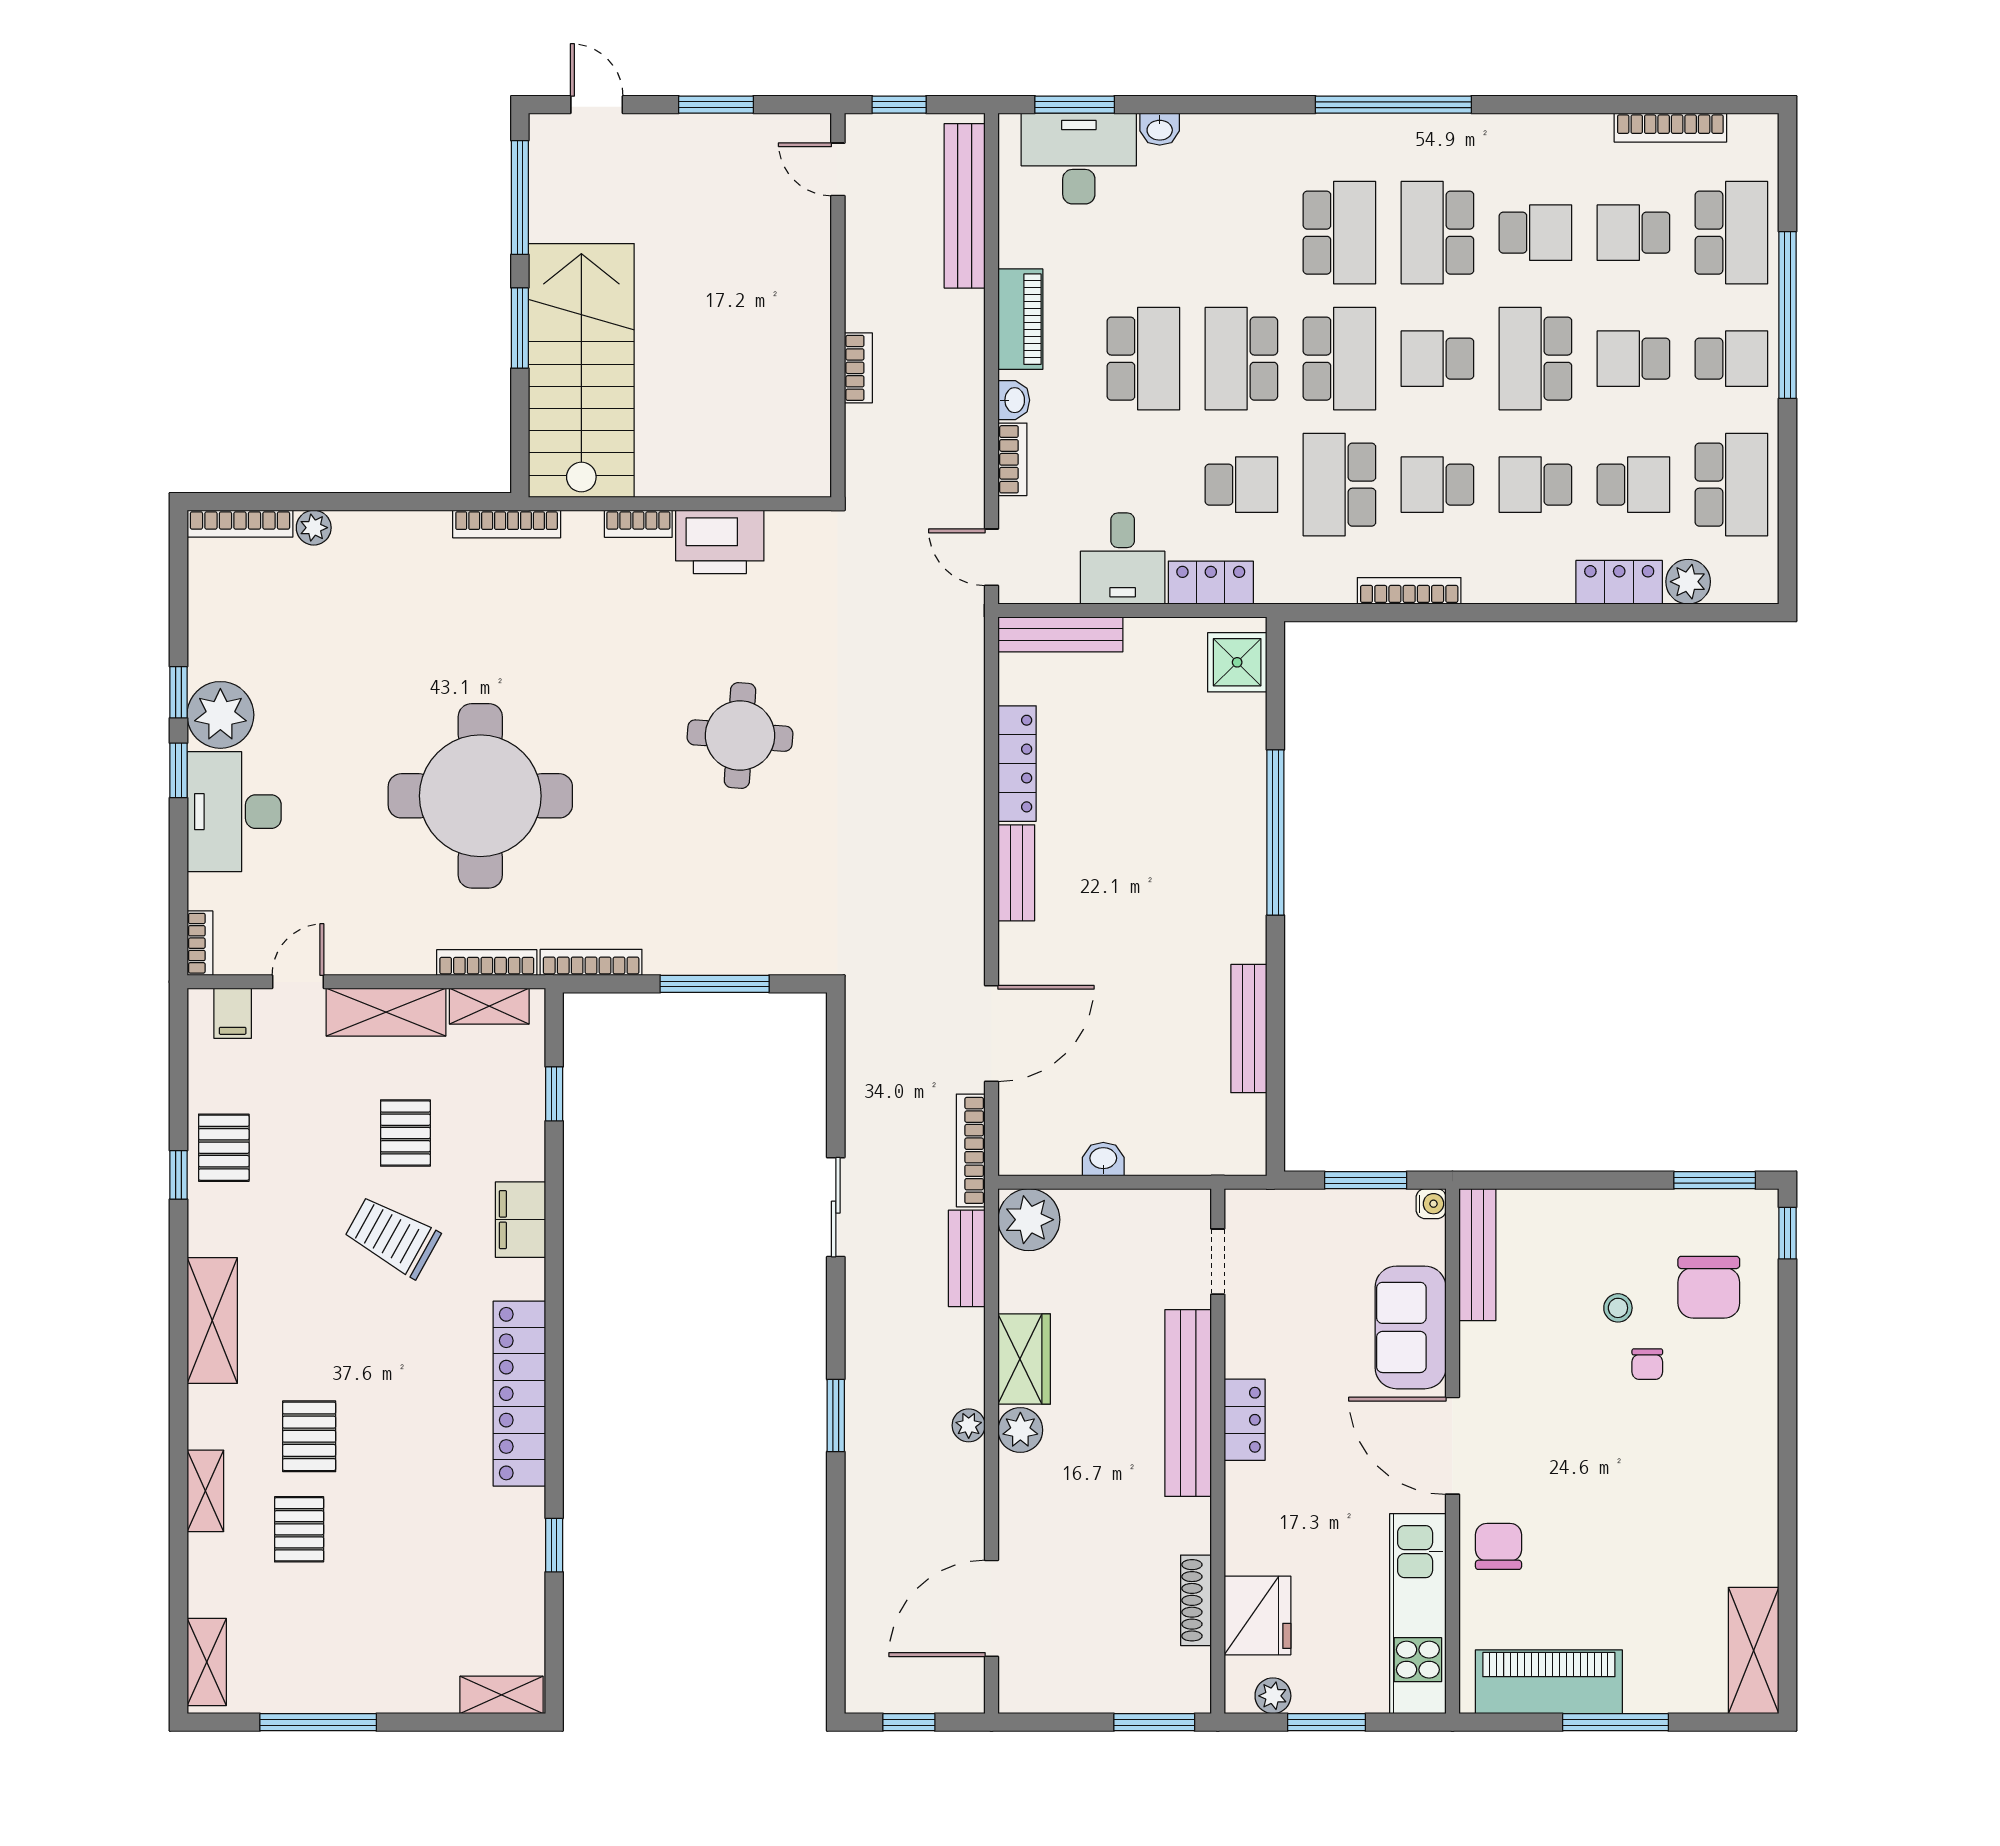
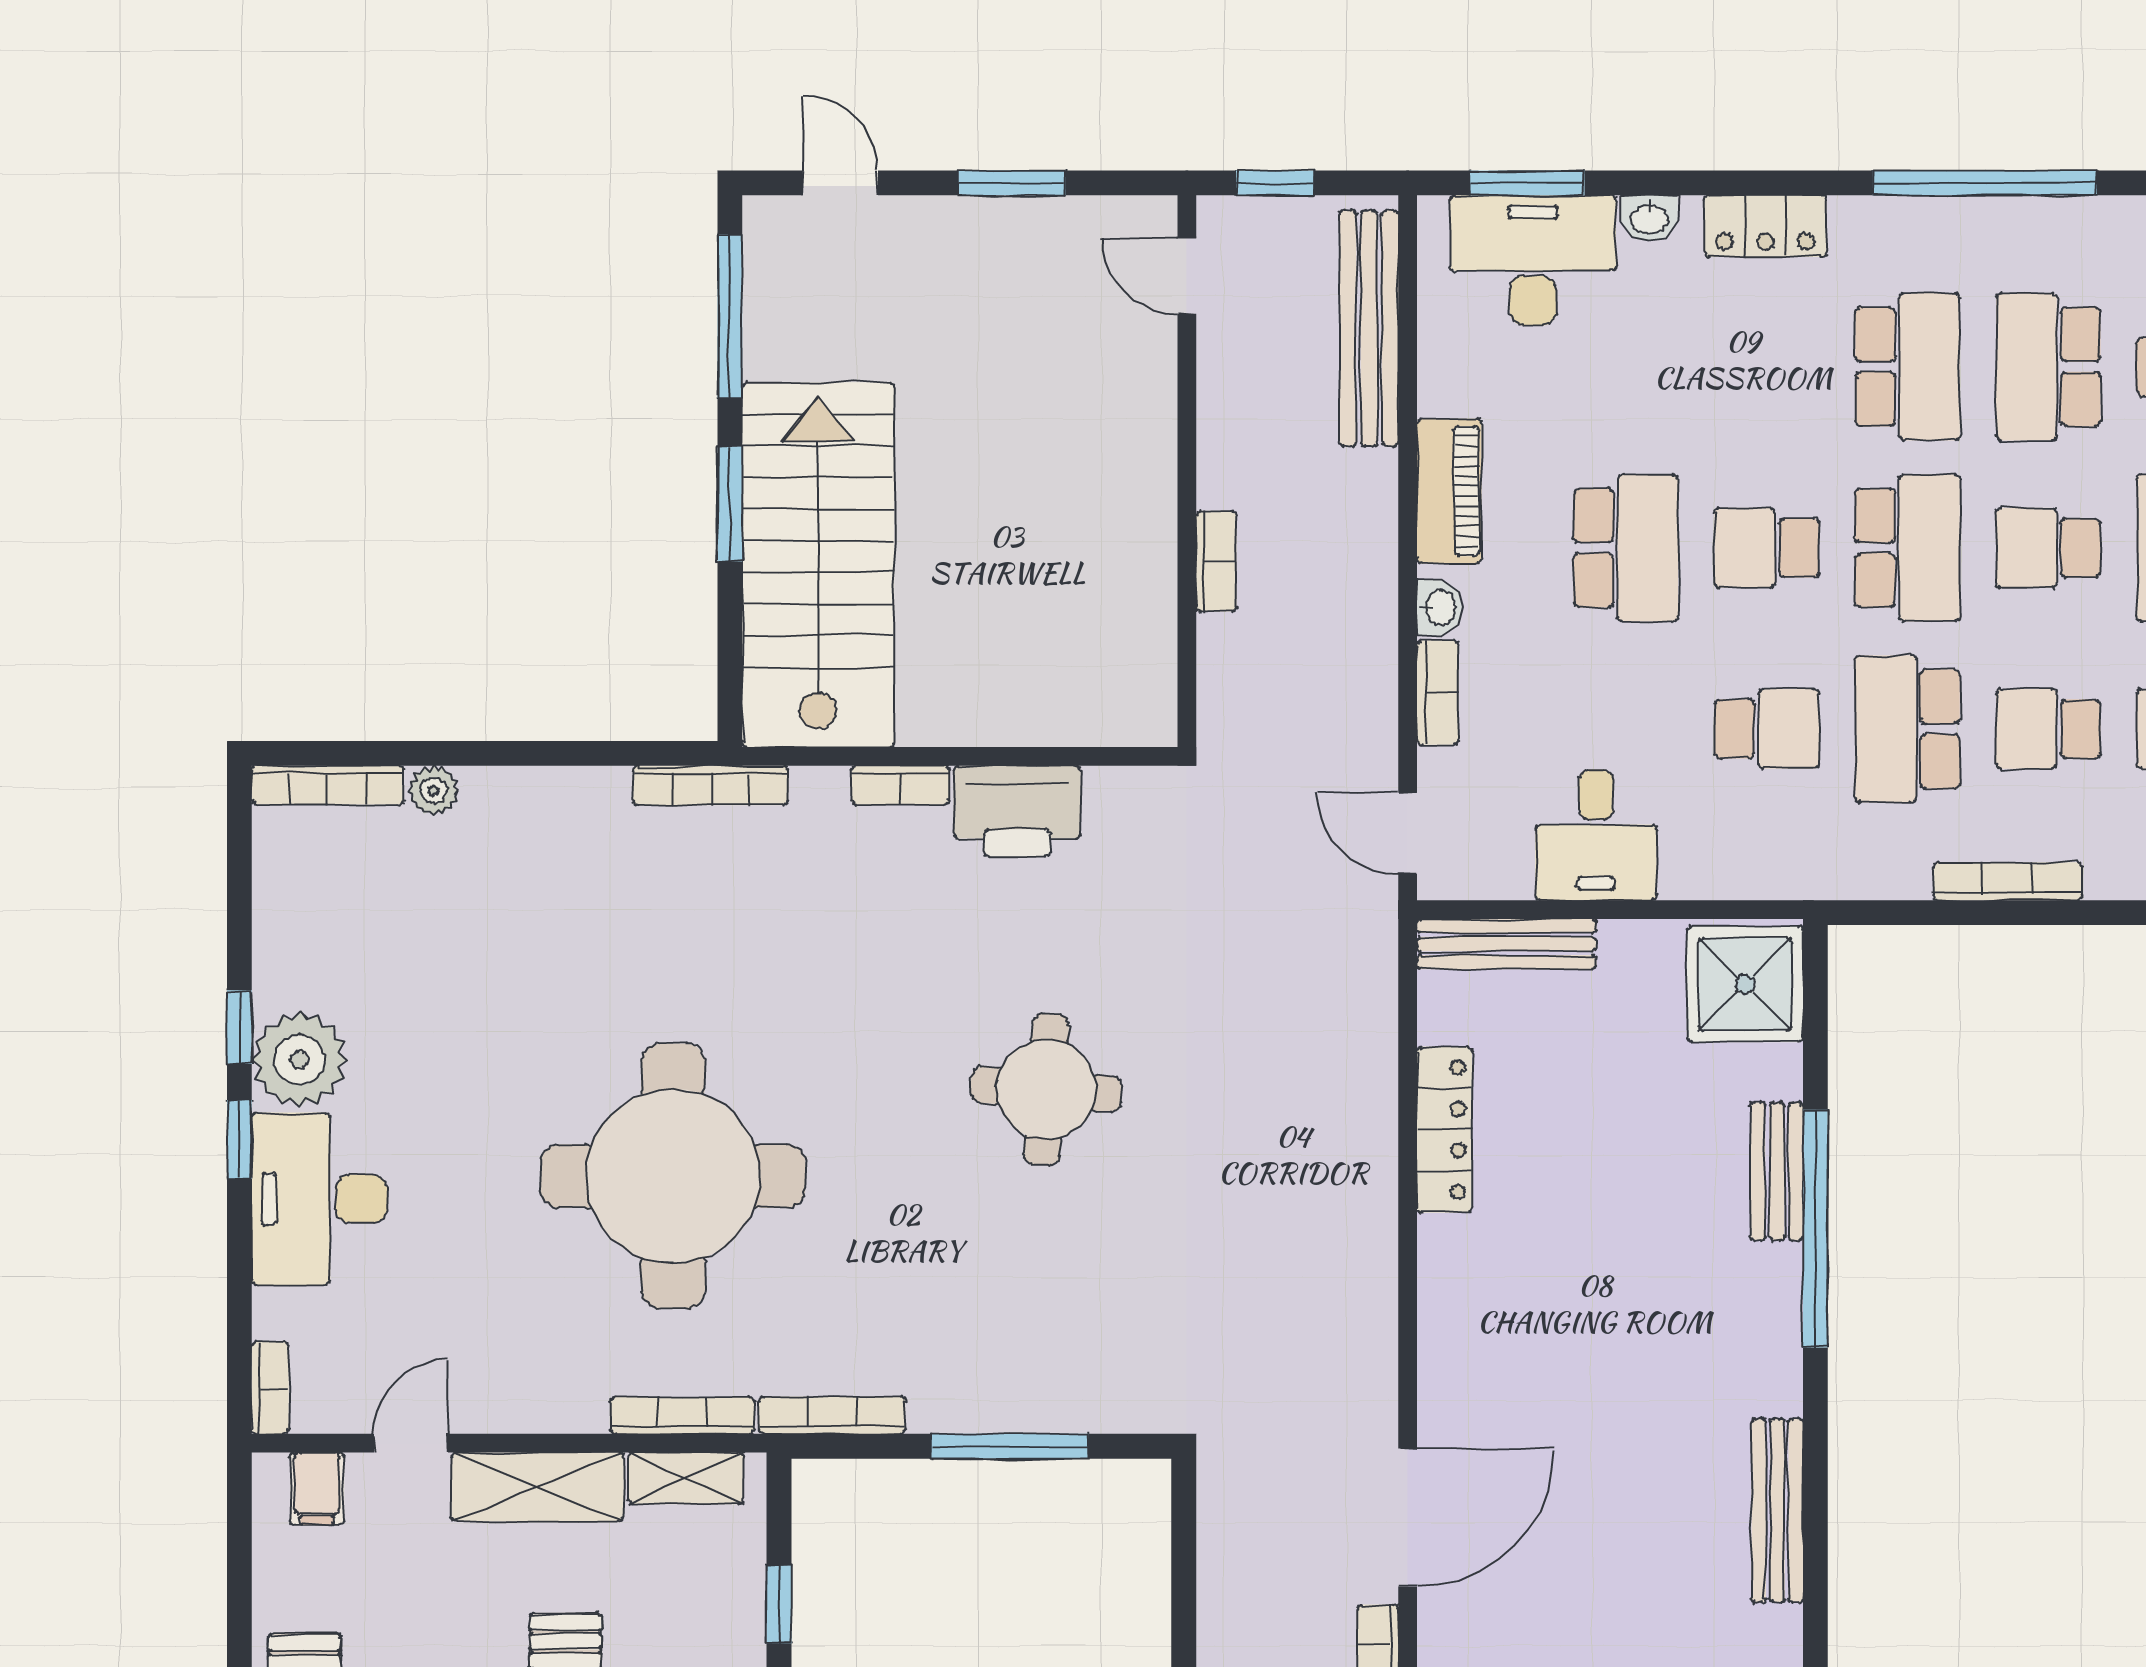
school desk: (1241, 359) -> (1767, 548), width x0.54
locker: (1211, 583) -> (1765, 226), moved, turned 180
shower: (1237, 662) -> (1745, 984), width x1.36, depth x1.36
bench: (1016, 873) -> (1777, 1171), moved

